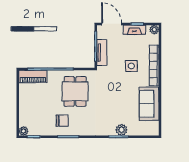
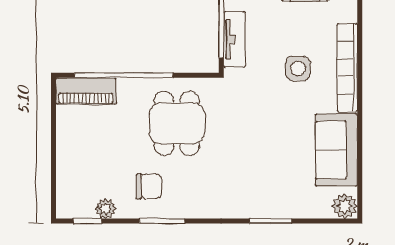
plant: (122, 130) -> (345, 206), moved
plant: (24, 131) -> (106, 209), moved

